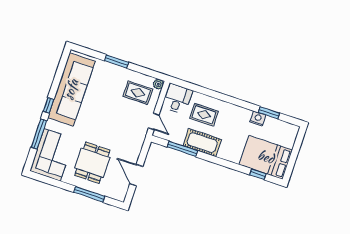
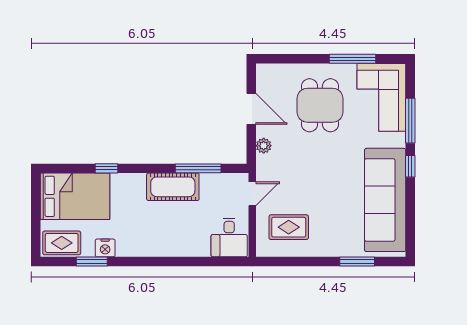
window: (117, 61) -> (357, 261), moved
plant: (158, 84) -> (264, 146), moved
rug: (204, 115) -> (62, 243), moved
door: (154, 121) -> (252, 194), swing flipped
window: (258, 174) -> (107, 168), moved
window: (89, 194) -> (352, 59), moved

